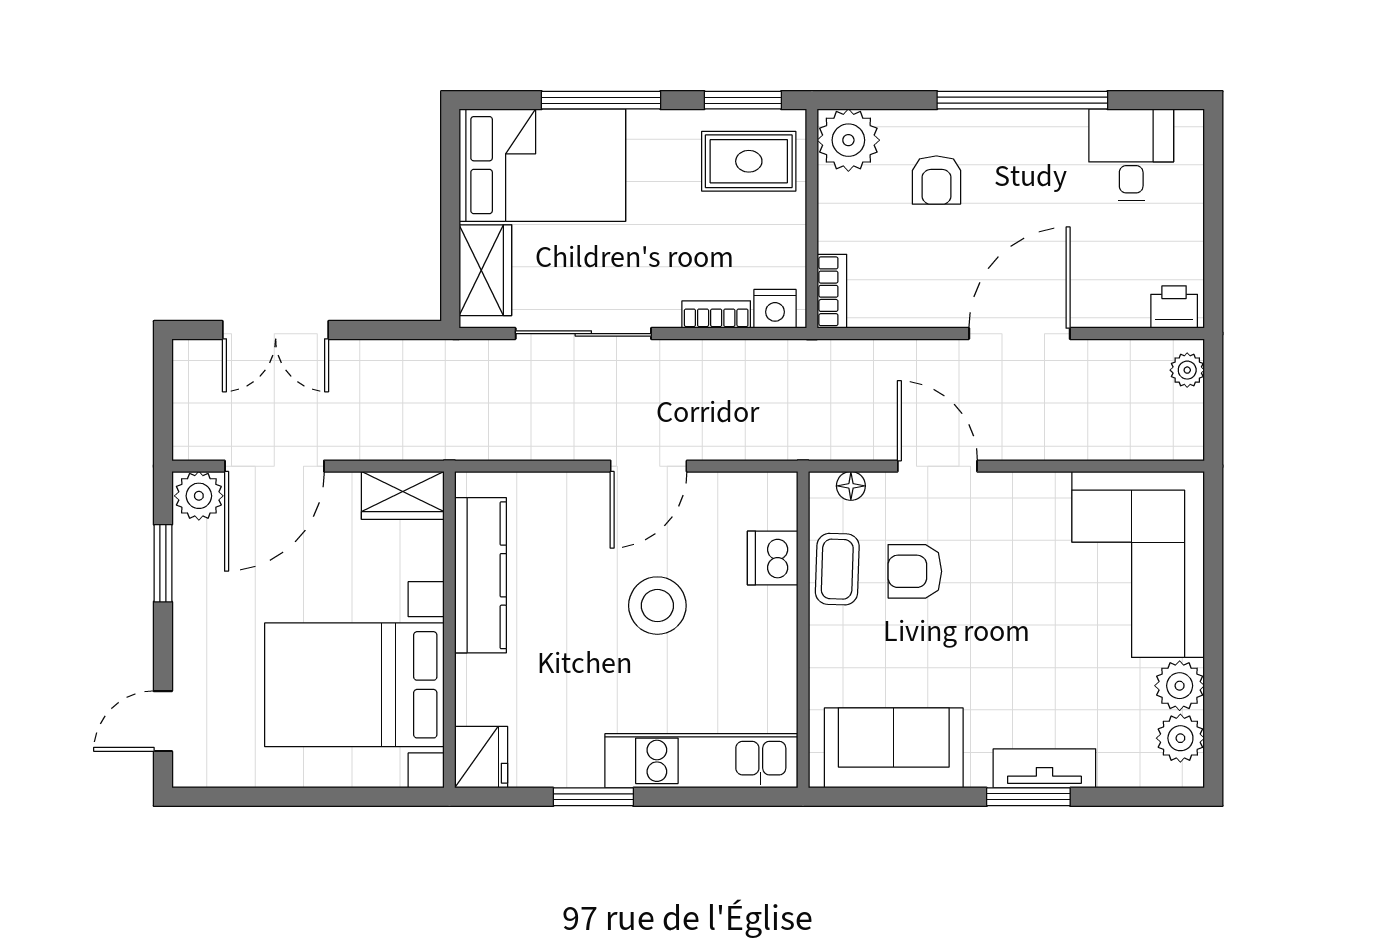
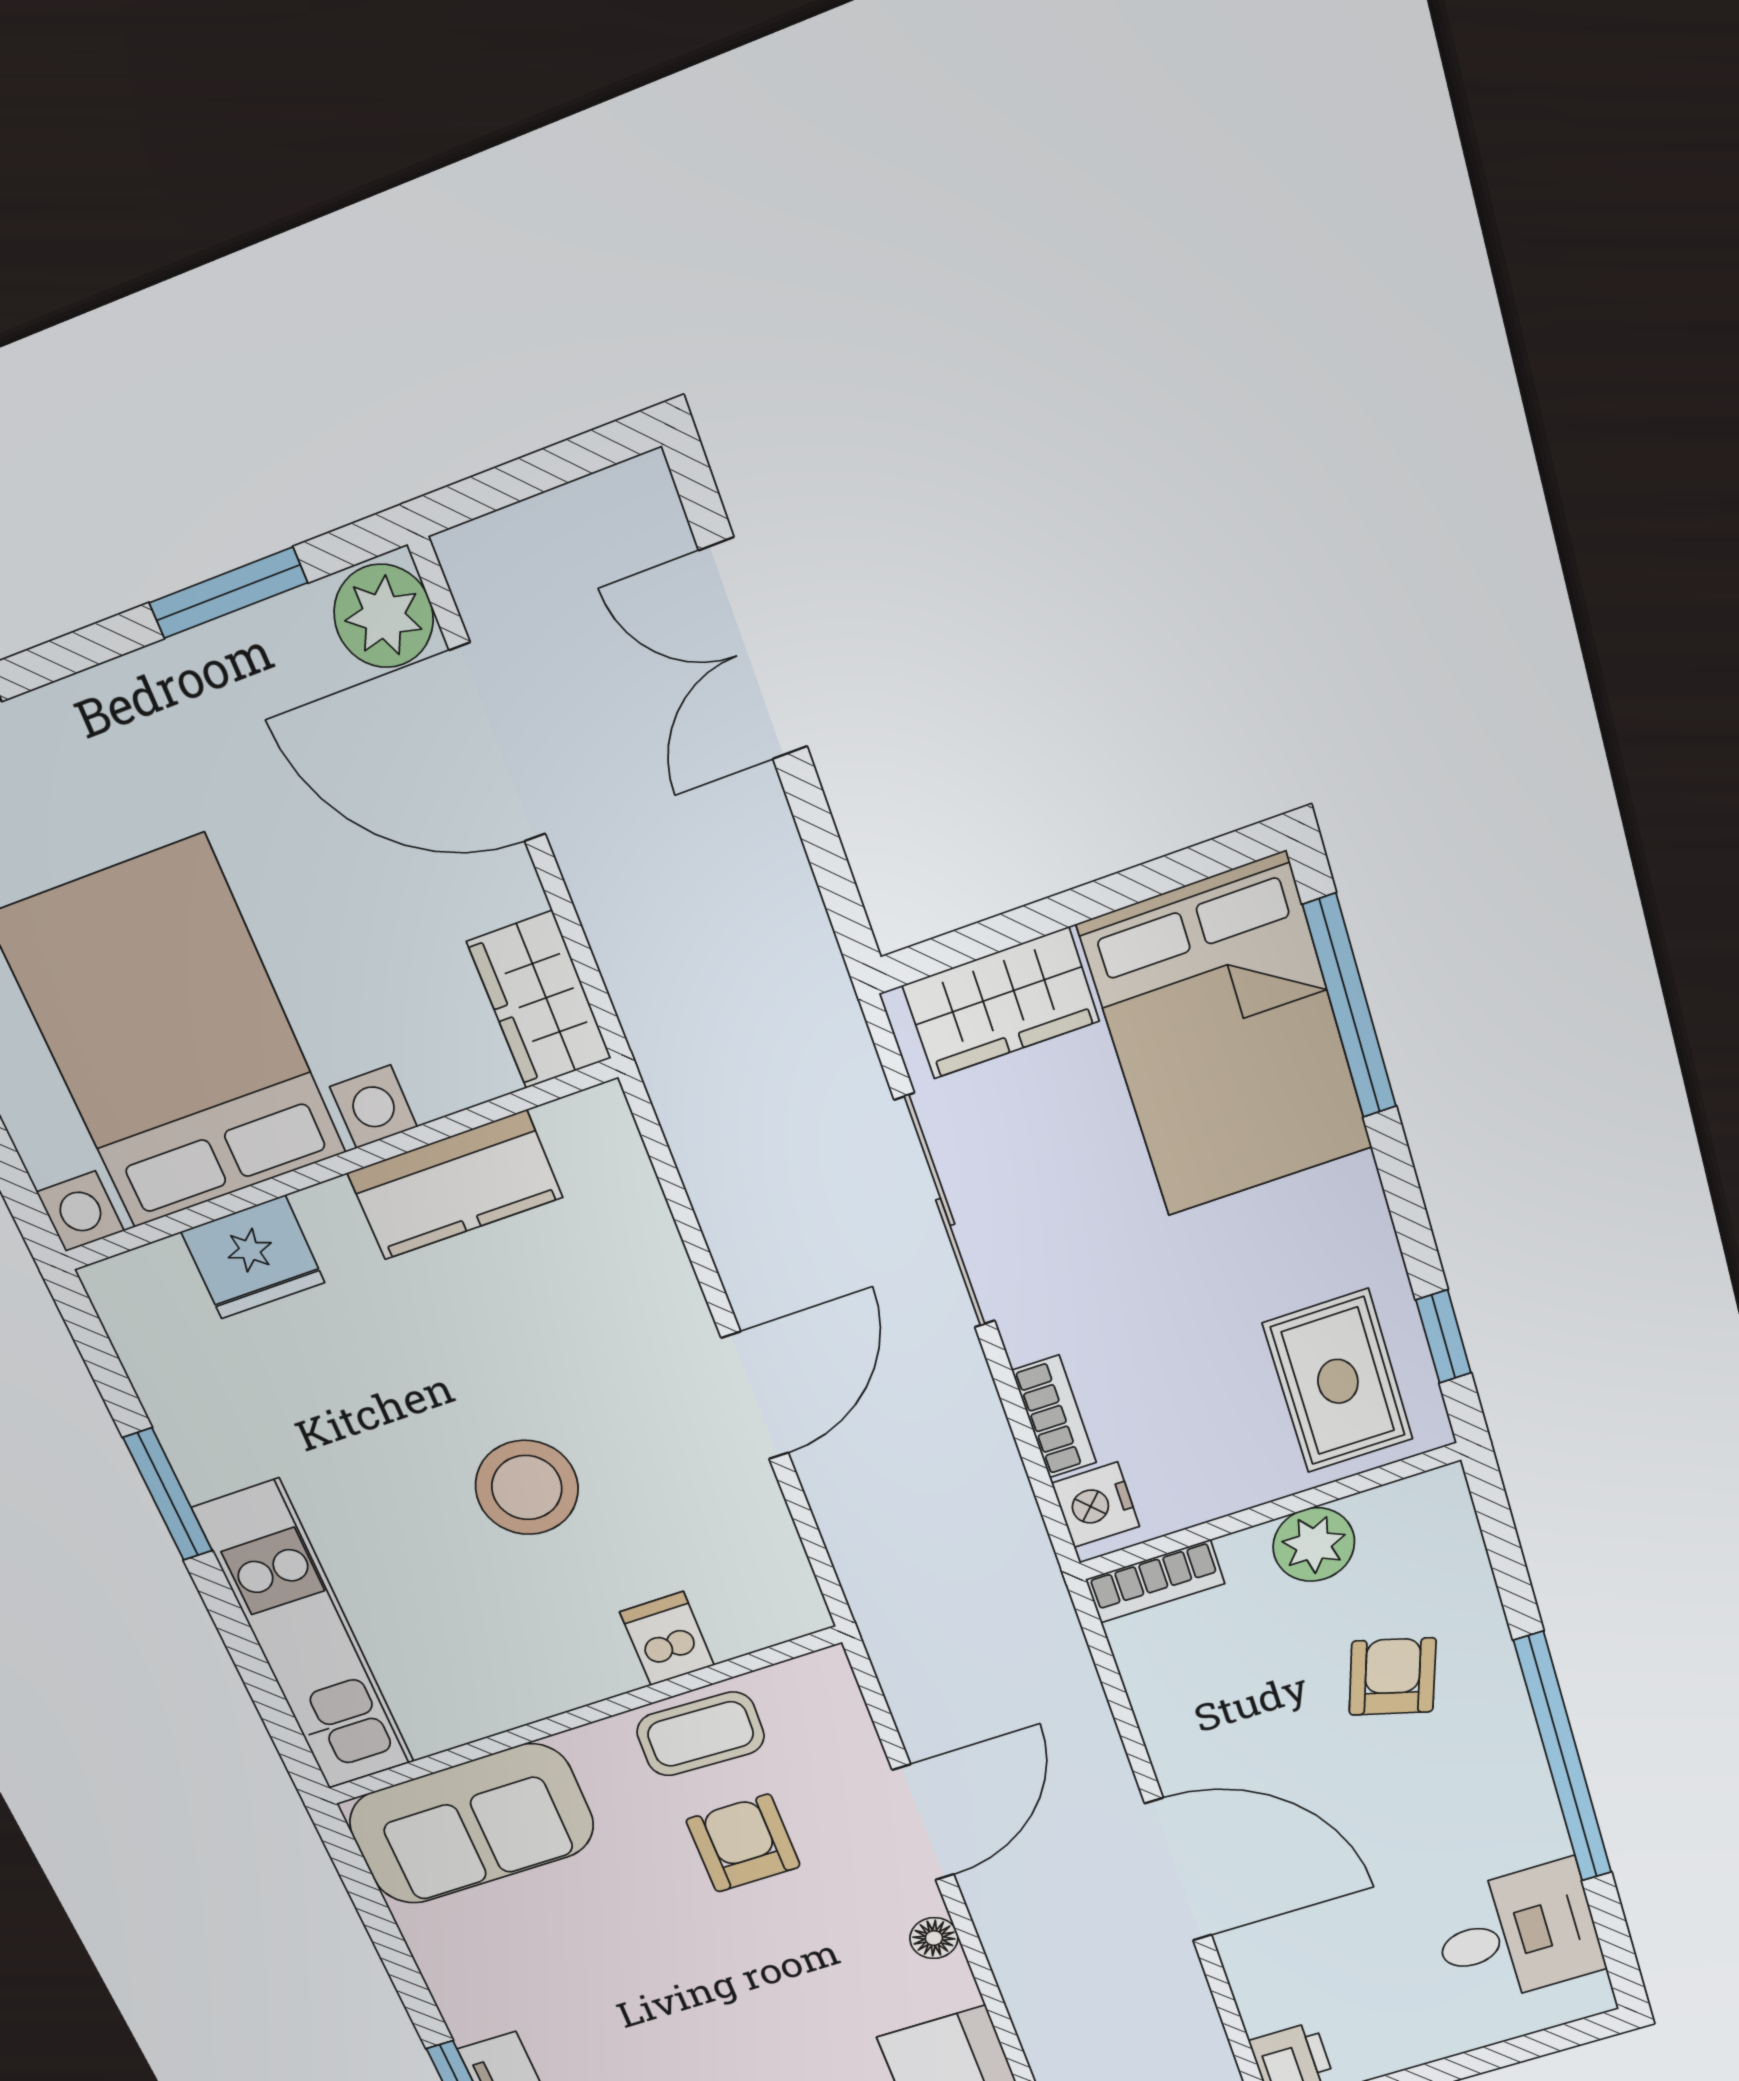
window: (601, 100) -> (1350, 1007), moved
window: (743, 100) -> (1443, 1337), width x0.67
plant: (848, 140) -> (1314, 1545), moved, width x0.73, depth x0.73
armchair: (936, 180) -> (1392, 1677), turned 107
door: (649, 466) -> (755, 1396), swing flipped
floor lamp: (851, 486) -> (934, 1938), moved
dishwasher: (773, 558) -> (667, 1639), width x0.73
kitchen counter: (481, 575) -> (455, 1185), width x0.67
sofa: (894, 748) -> (472, 1824), moved, turned 90
fridge: (481, 757) -> (253, 1257), moved

